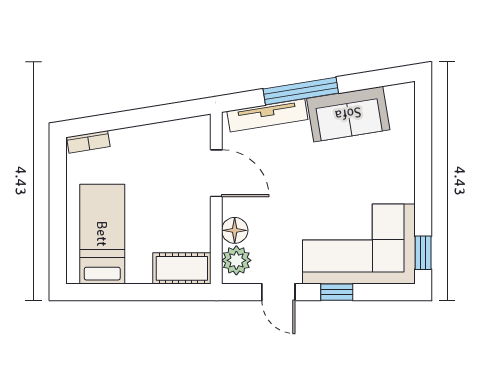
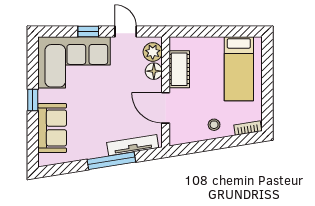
sofa: (348, 114) -> (52, 128), moved, turned 99
stool: (141, 147) -> (214, 125), added
window: (423, 253) -> (33, 100), moved
cot: (182, 268) -> (179, 69), moved, turned 90

